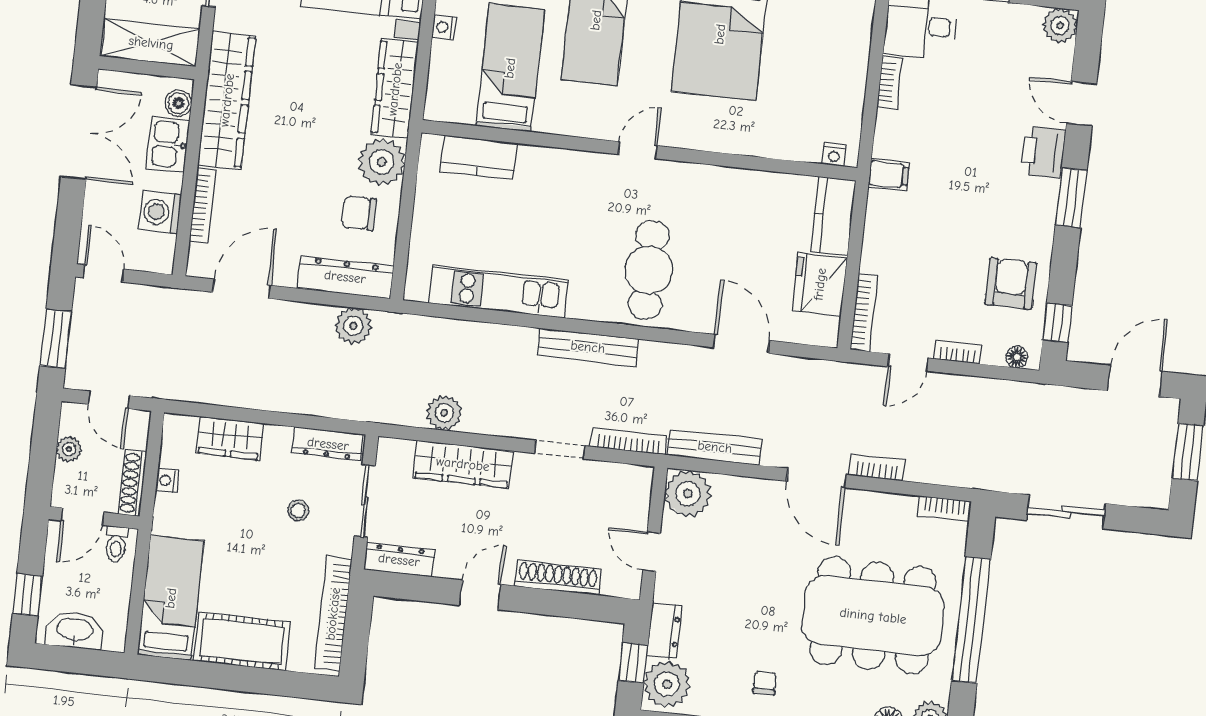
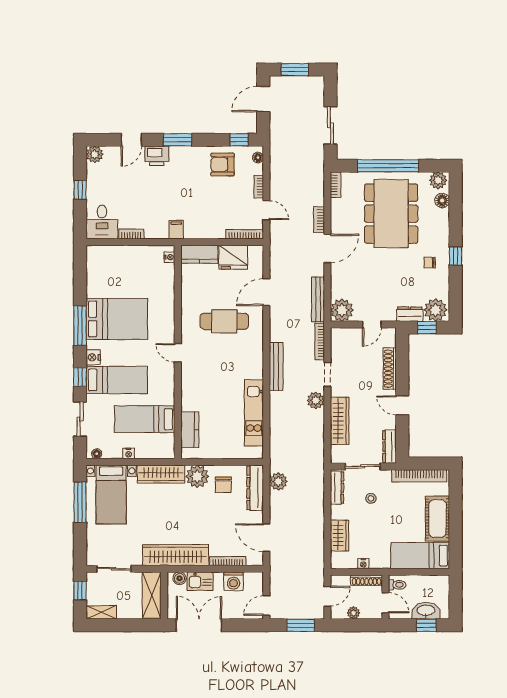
cafe table: (649, 270) -> (224, 321), moved
door: (1135, 381) -> (263, 99), hinge flipped
plant: (444, 413) -> (316, 400), moved
washbasin: (75, 630) -> (426, 611), moved, turned 90

